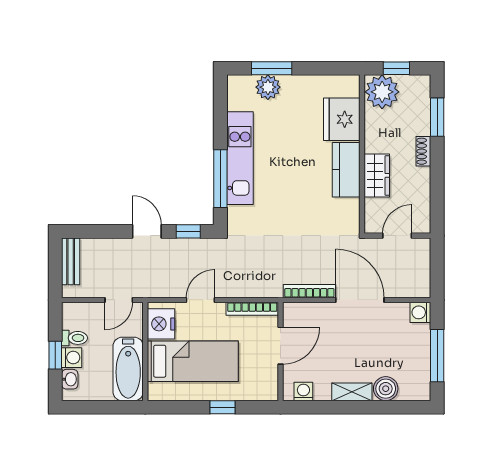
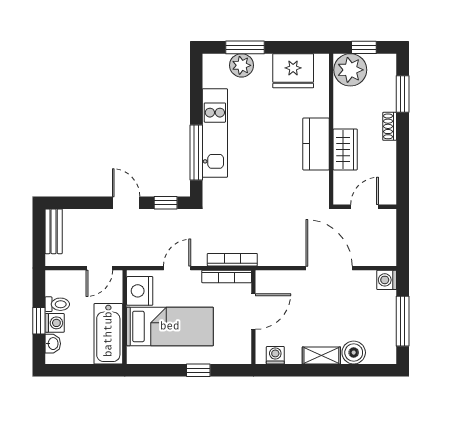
fridge: (342, 119) -> (293, 71), moved, turned -90
bookcase: (309, 291) -> (232, 260), moved

